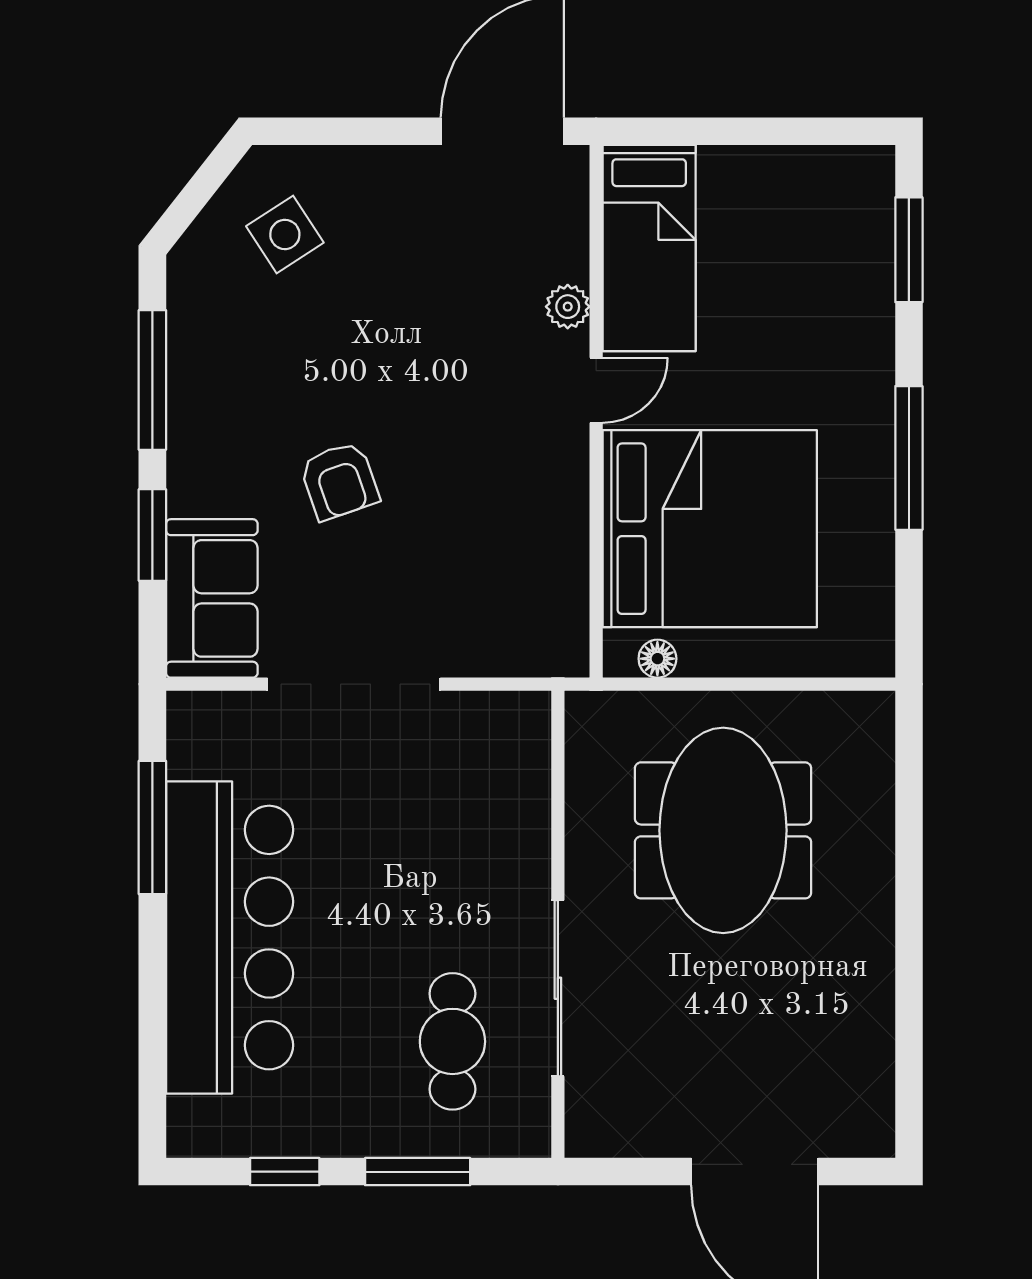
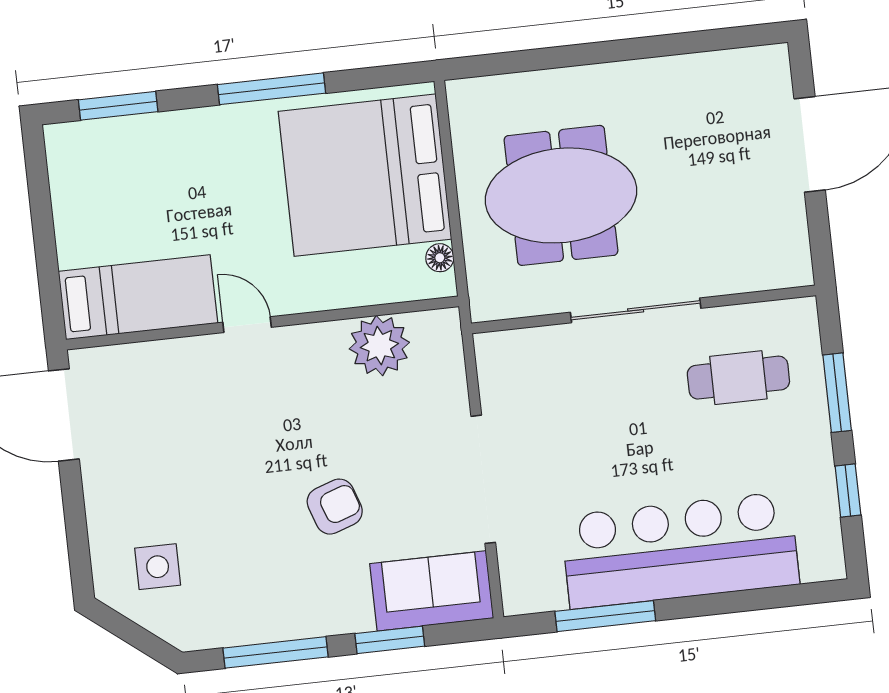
side table: (285, 234) -> (158, 567), turned 33
plant: (568, 307) -> (379, 346), moved, width x1.88, depth x1.88
bed: (710, 529) -> (365, 175), moved, turned -90
sliding door: (558, 988) -> (636, 310), moved

